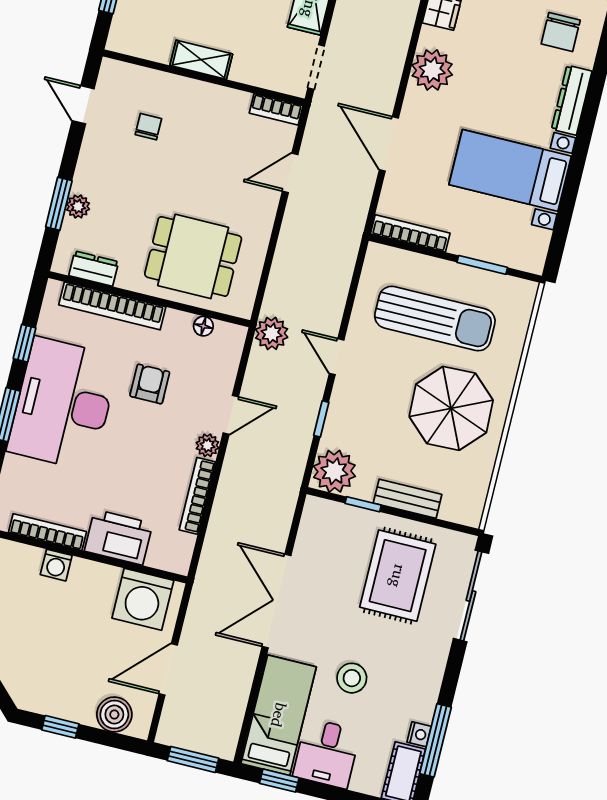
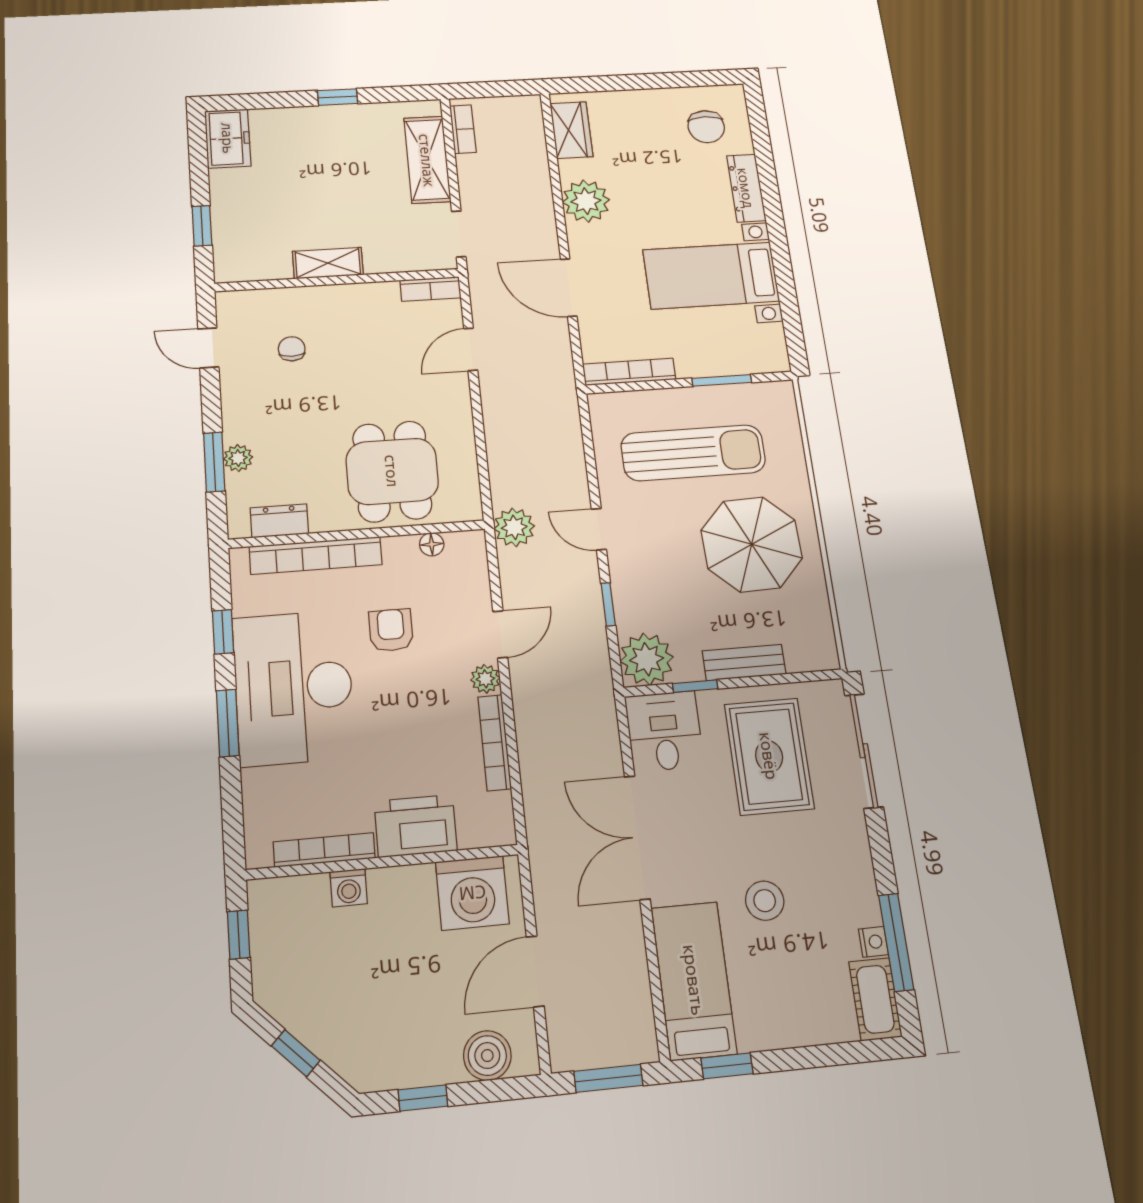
dining table: (193, 256) -> (392, 471), turned 90
desk: (327, 753) -> (664, 731), moved, turned 180

